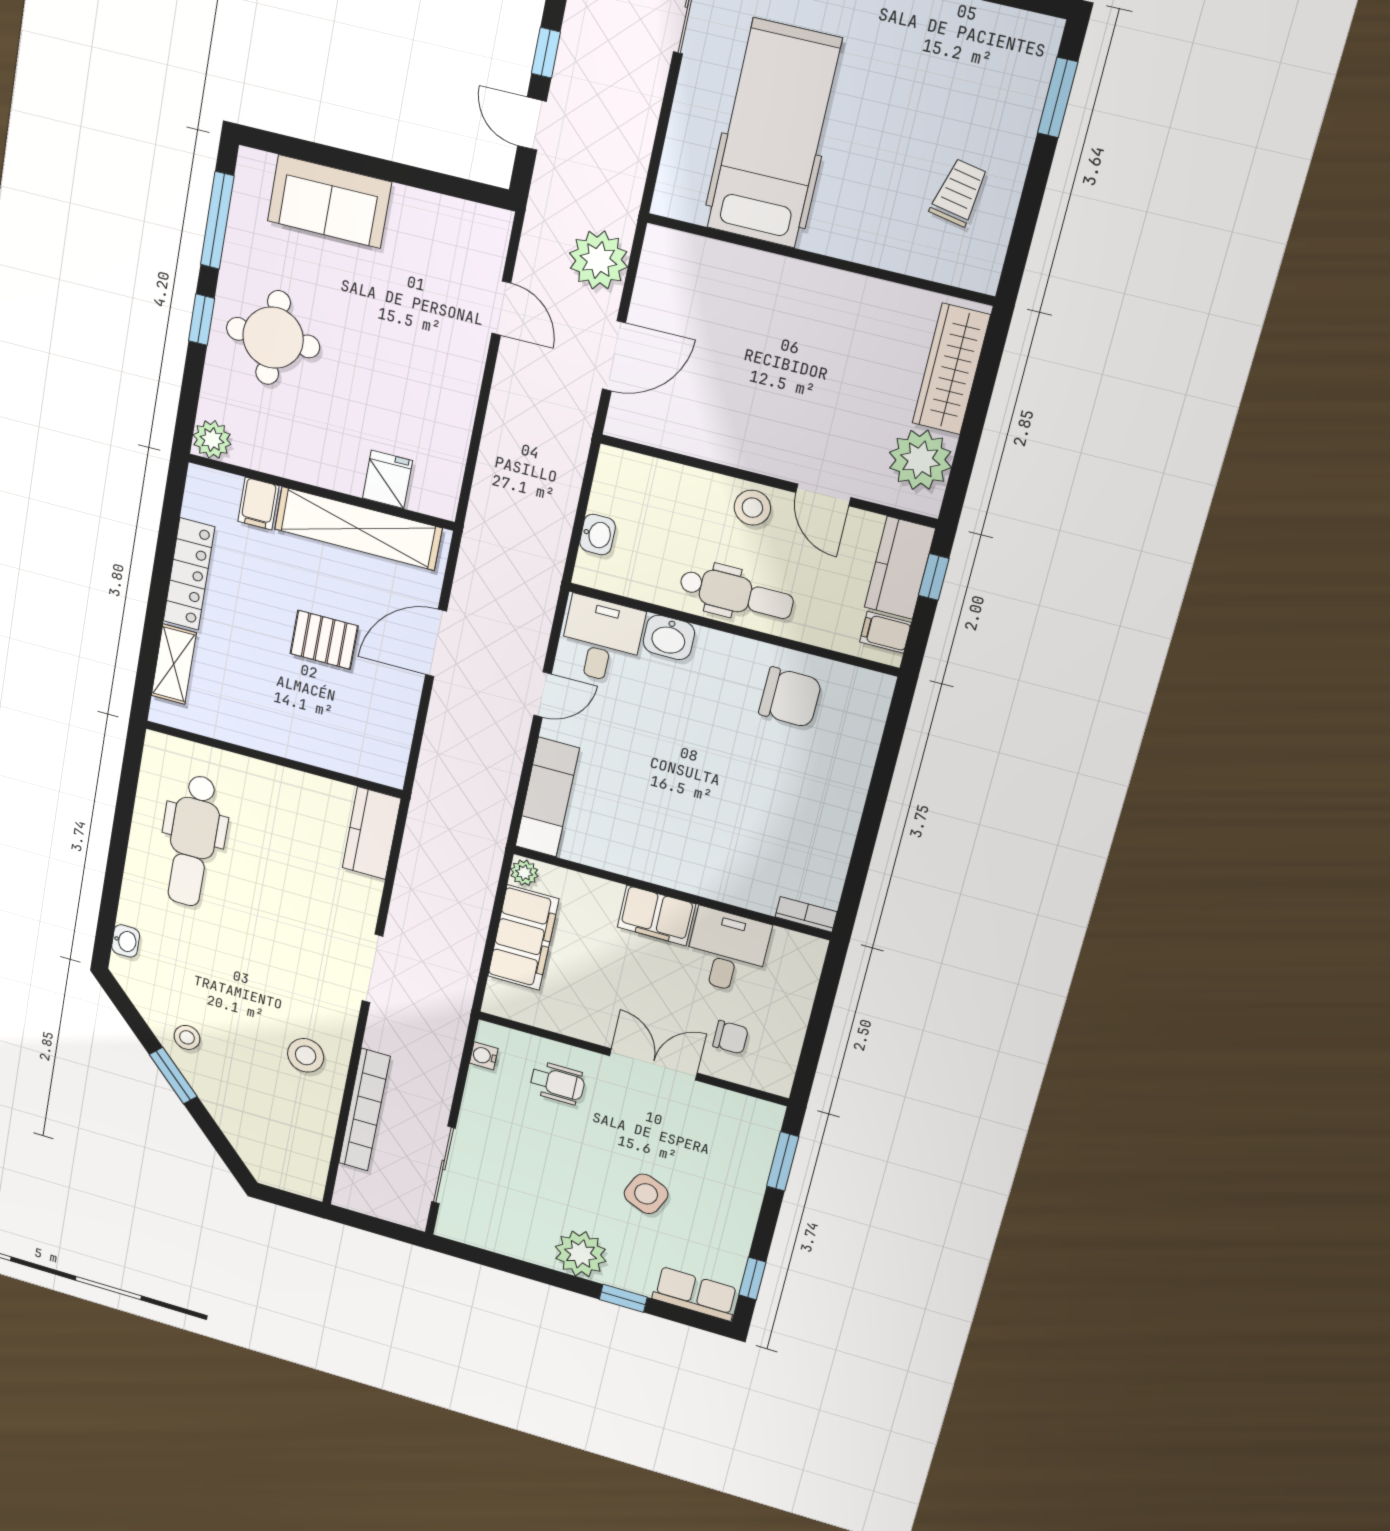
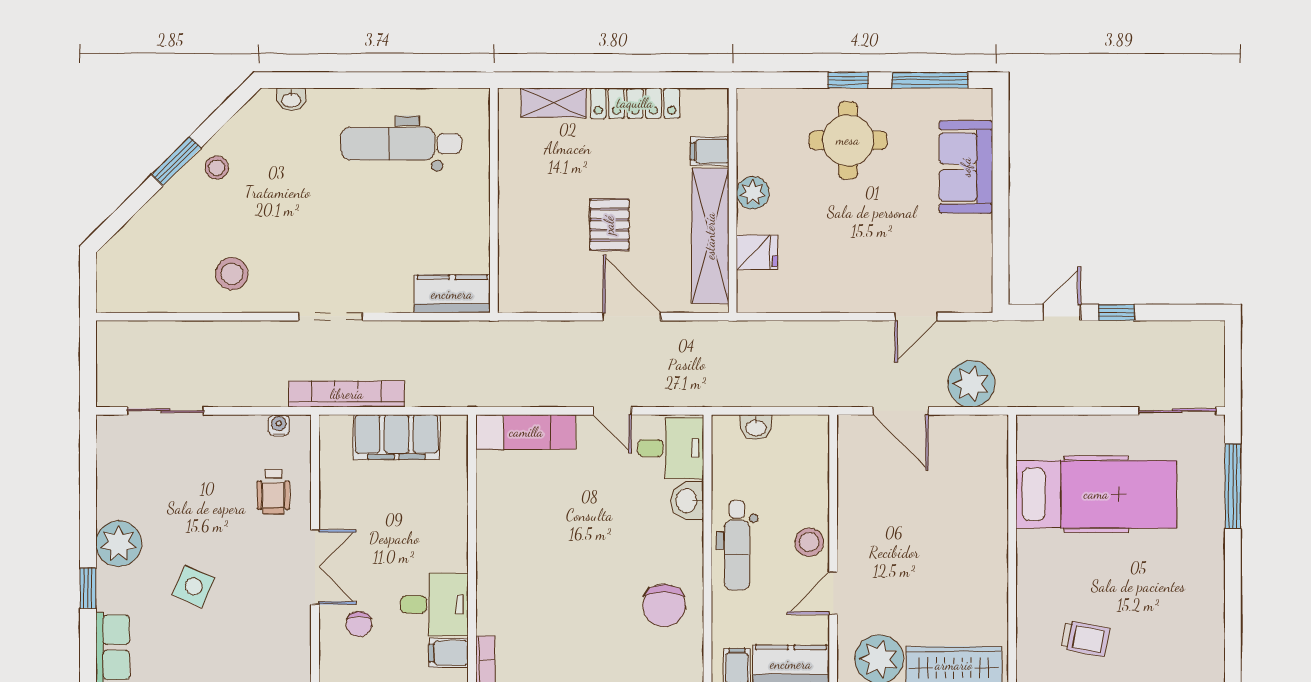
plant: (212, 440) -> (753, 193), moved
plant: (524, 873) -> (454, 426), removed
filing cabinet: (656, 916) -> (449, 653), moved, width x0.50
bookcase: (364, 1110) -> (347, 394), moved, turned 180

